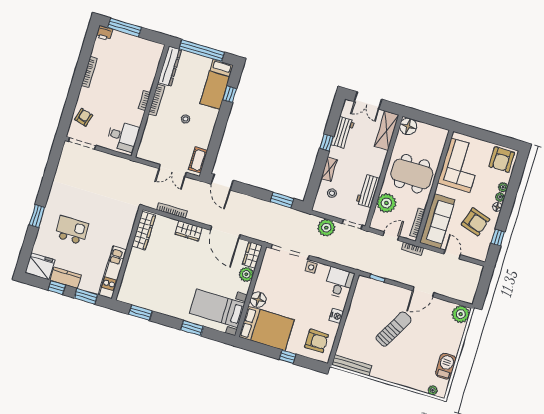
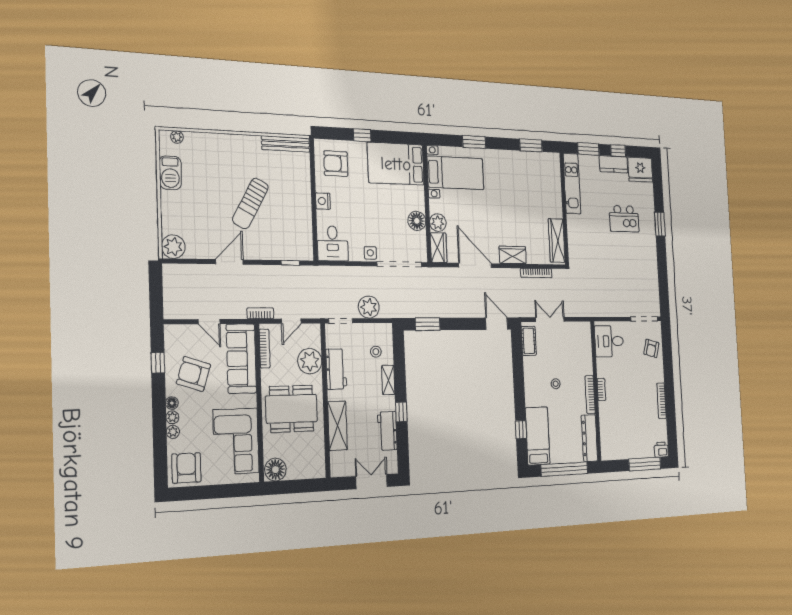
floor lamp: (408, 126) -> (275, 470), moved
shelving: (387, 130) -> (338, 426), moved
floor lamp: (258, 300) -> (417, 221), moved

